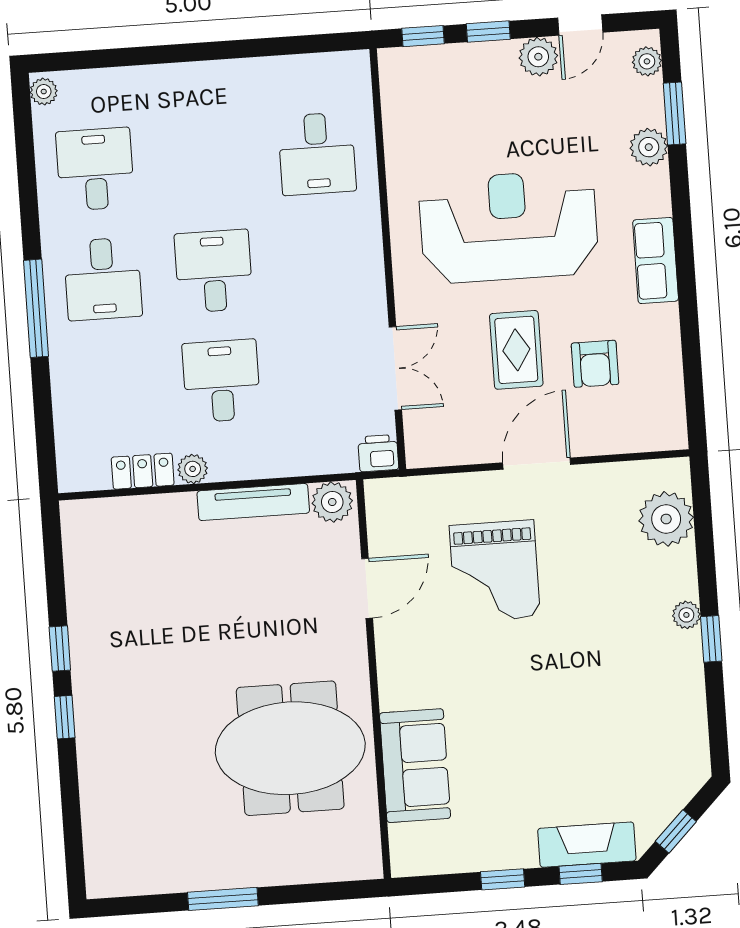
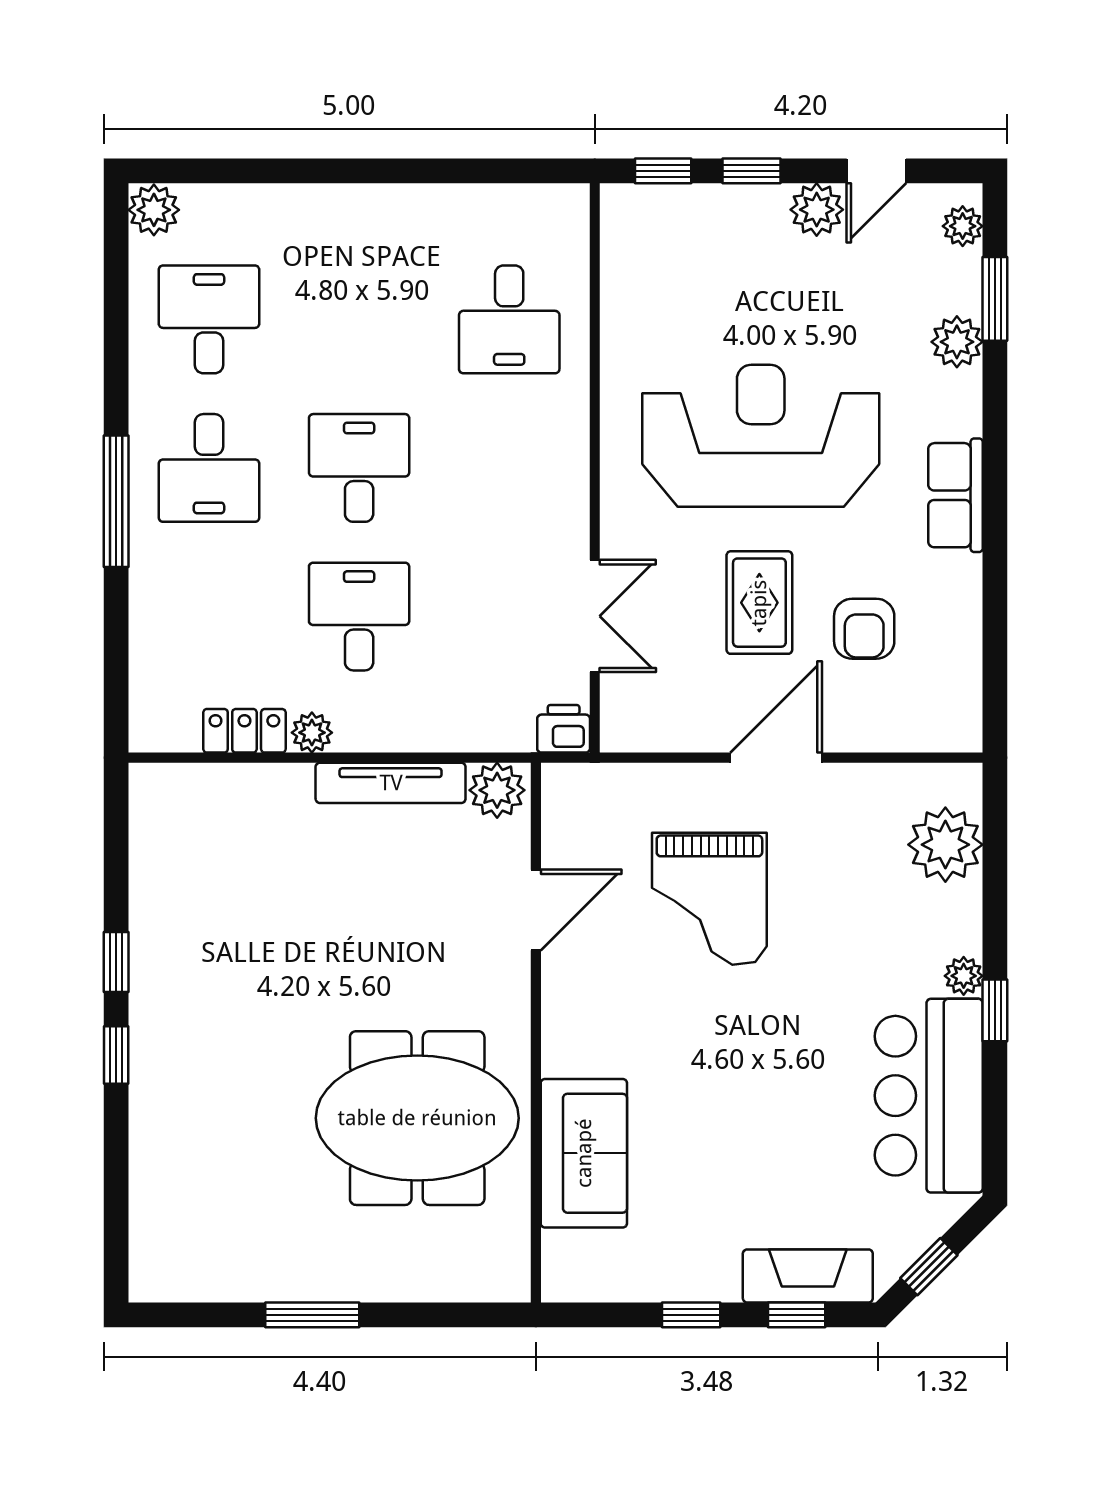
plant: (44, 92) -> (154, 210), width x1.38, depth x1.38
bar counter: (667, 705) -> (929, 1096), added

